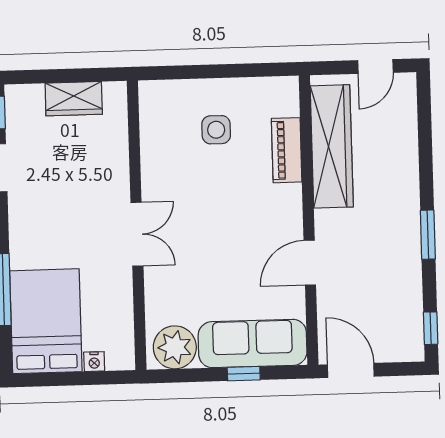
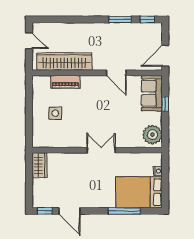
wardrobe: (74, 99) -> (39, 165), moved
window: (428, 235) -> (120, 19), moved
sofa: (253, 343) -> (152, 93), width x0.73

